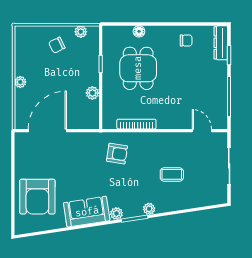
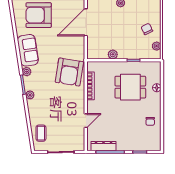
dresser: (221, 43) -> (104, 146), moved
door: (47, 131) -> (86, 22), swing flipped
door: (202, 131) -> (86, 121), moved
armchair: (117, 154) -> (69, 72), width x1.88, depth x1.88
coffee table: (172, 174) -> (41, 133), moved

